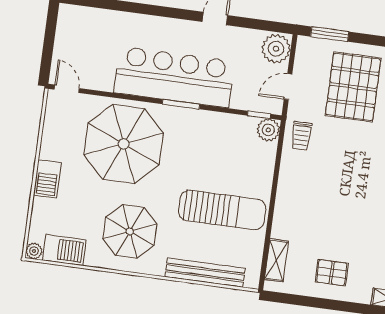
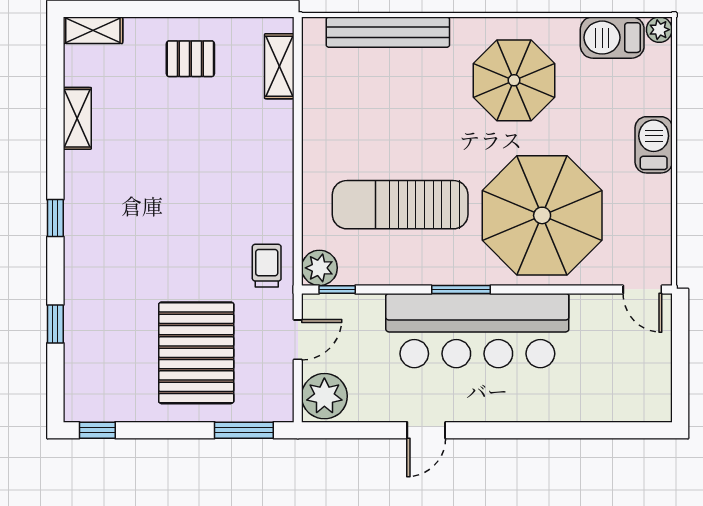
sun lounger: (222, 210) -> (400, 205), moved

